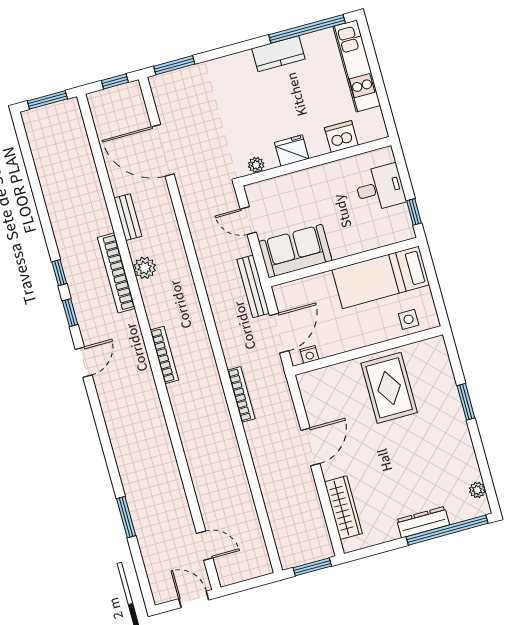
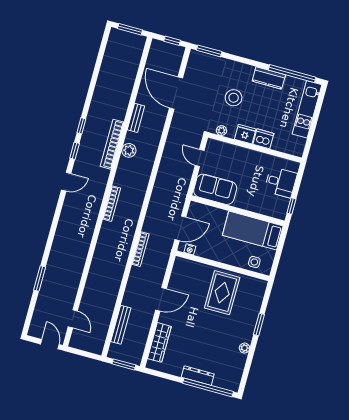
stool: (246, 110) -> (234, 98), added
dishwasher: (341, 136) -> (263, 139), moved
bench: (253, 286) -> (121, 325), moved
plant: (477, 490) -> (245, 348), moved

